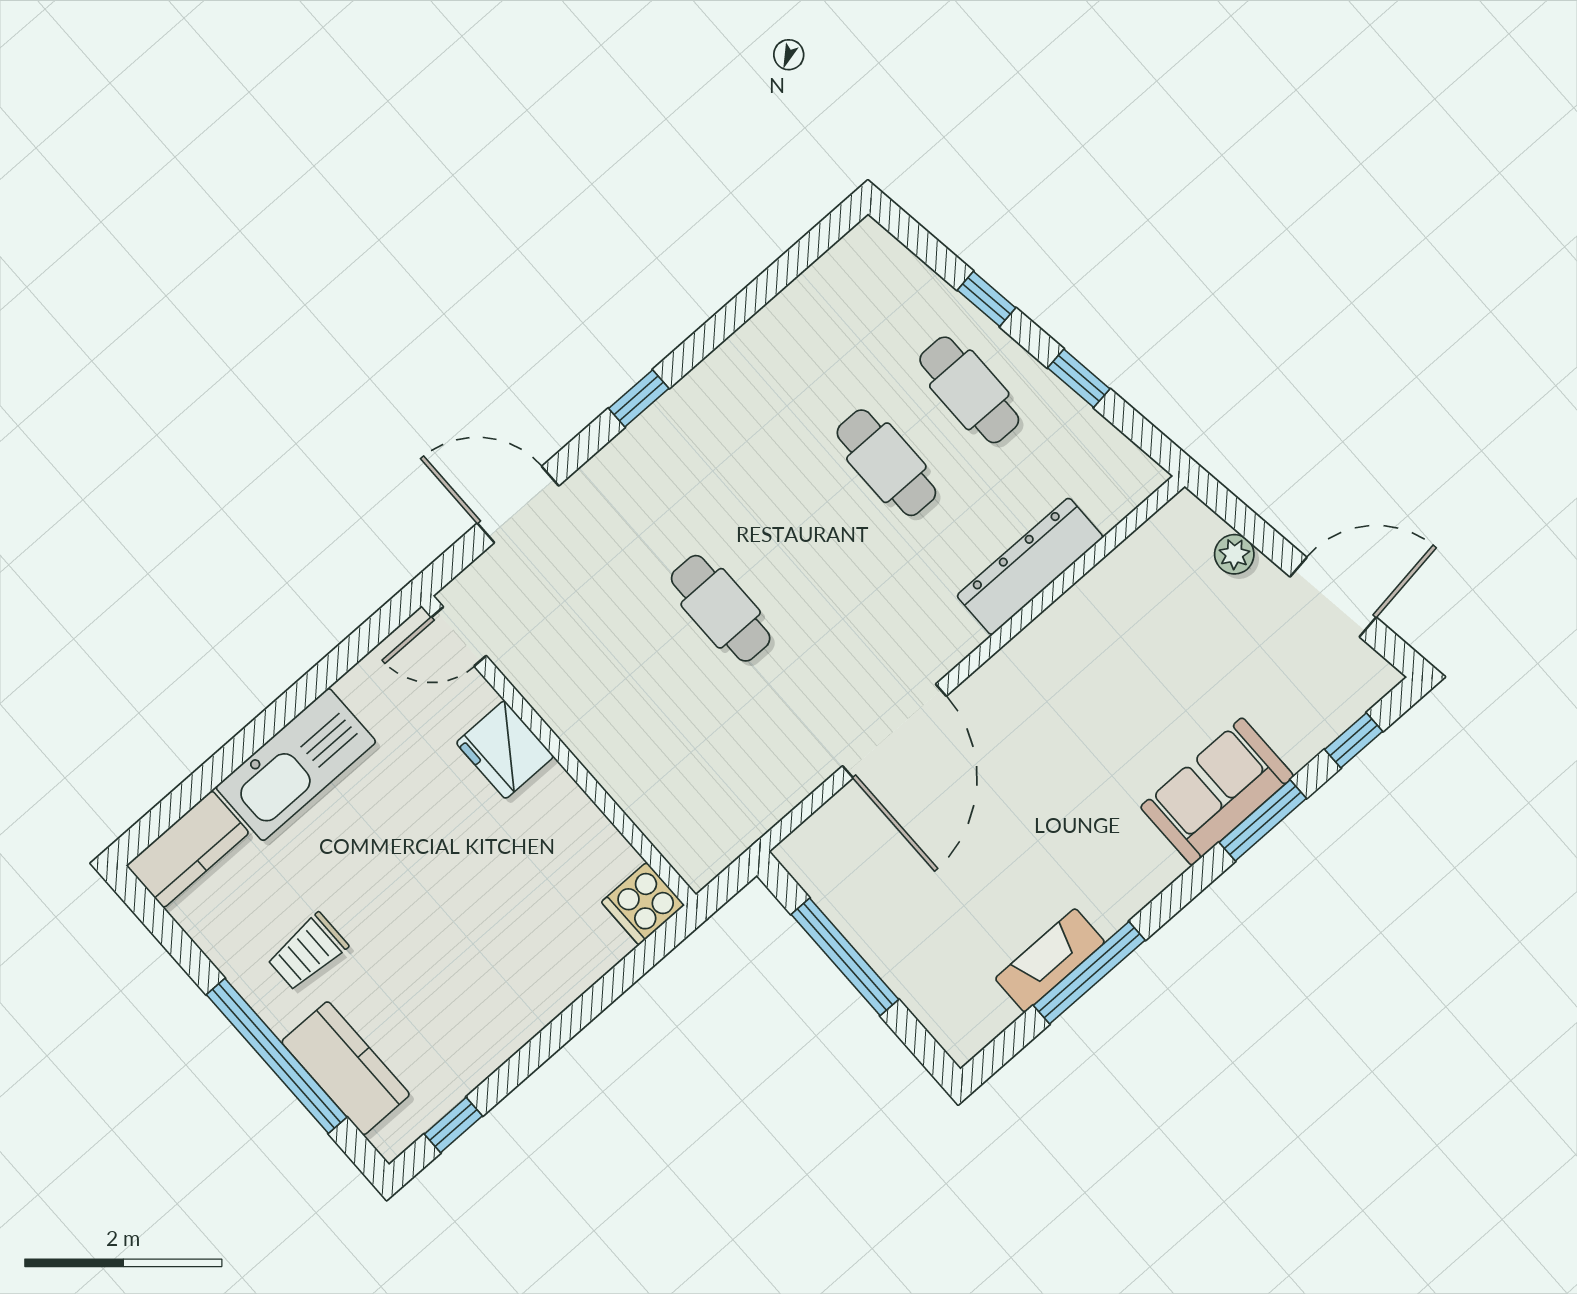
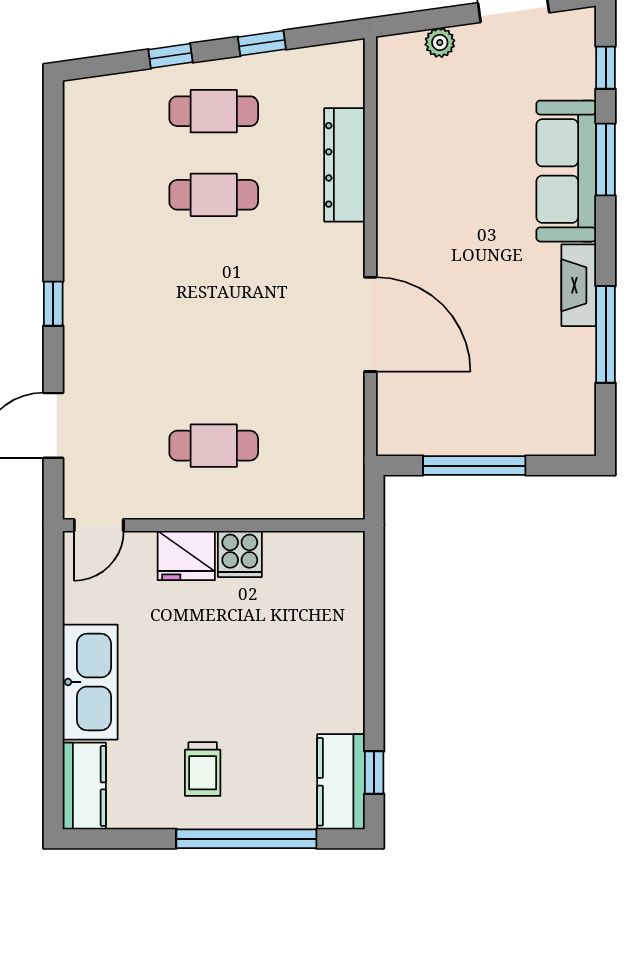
cafe table: (721, 608) -> (214, 446), moved
sofa: (1217, 791) -> (566, 171), width x1.36
cooker: (643, 904) -> (240, 554), moved
fireplace: (1050, 960) -> (579, 285), moved
kitchen counter: (346, 1068) -> (341, 782), moved, turned -90

